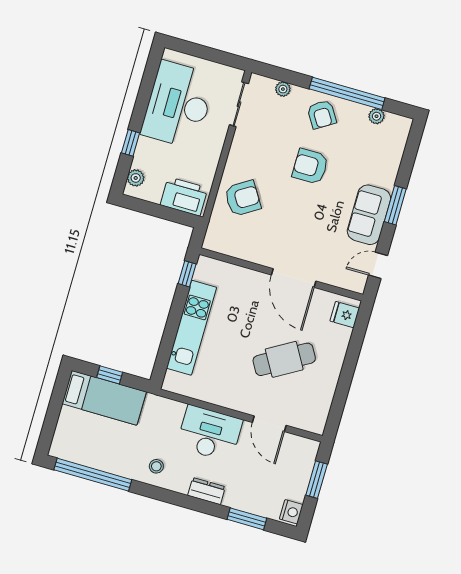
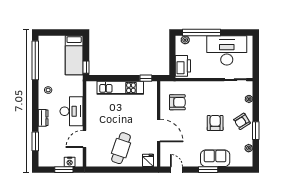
window: (347, 93) -> (256, 131), width x0.47
window: (131, 143) -> (202, 32), width x3.17
armchair: (243, 198) -> (177, 102), moved, turned -58
sofa: (369, 215) -> (215, 158), moved
door: (294, 278) -> (159, 130), swing flipped
cafe table: (284, 359) -> (121, 148), moved, turned 49
window: (110, 375) -> (86, 67), moved
nightstand: (291, 512) -> (70, 162), moved

